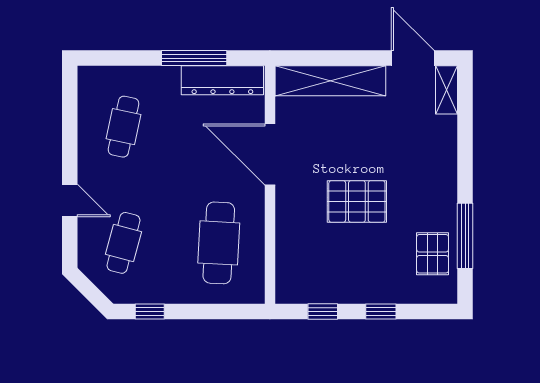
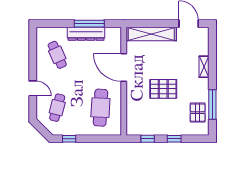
dresser: (222, 80) -> (86, 34), moved
shelving: (447, 90) -> (204, 67), moved
cafe table: (124, 127) -> (57, 55), turned -36

